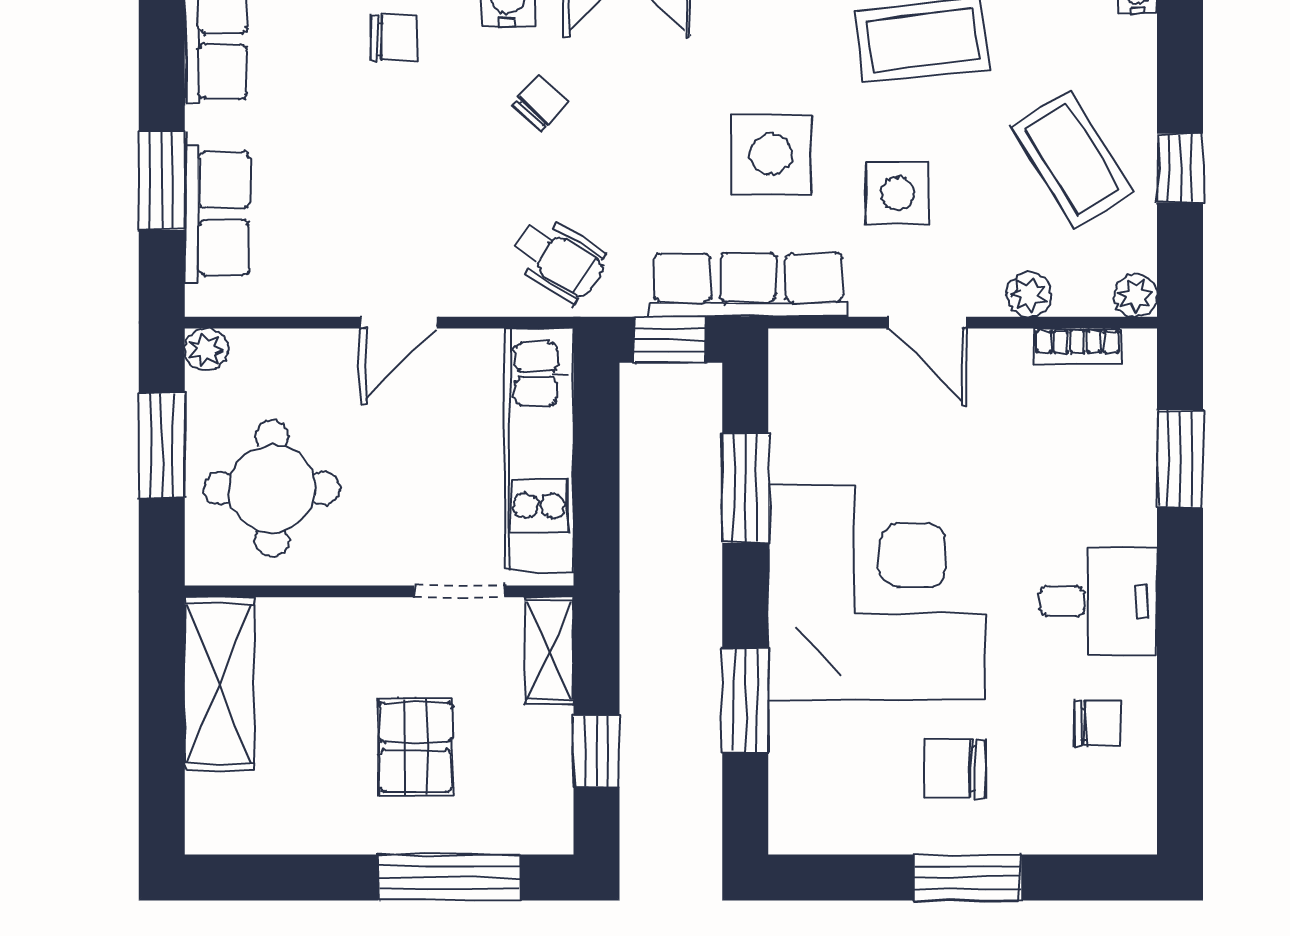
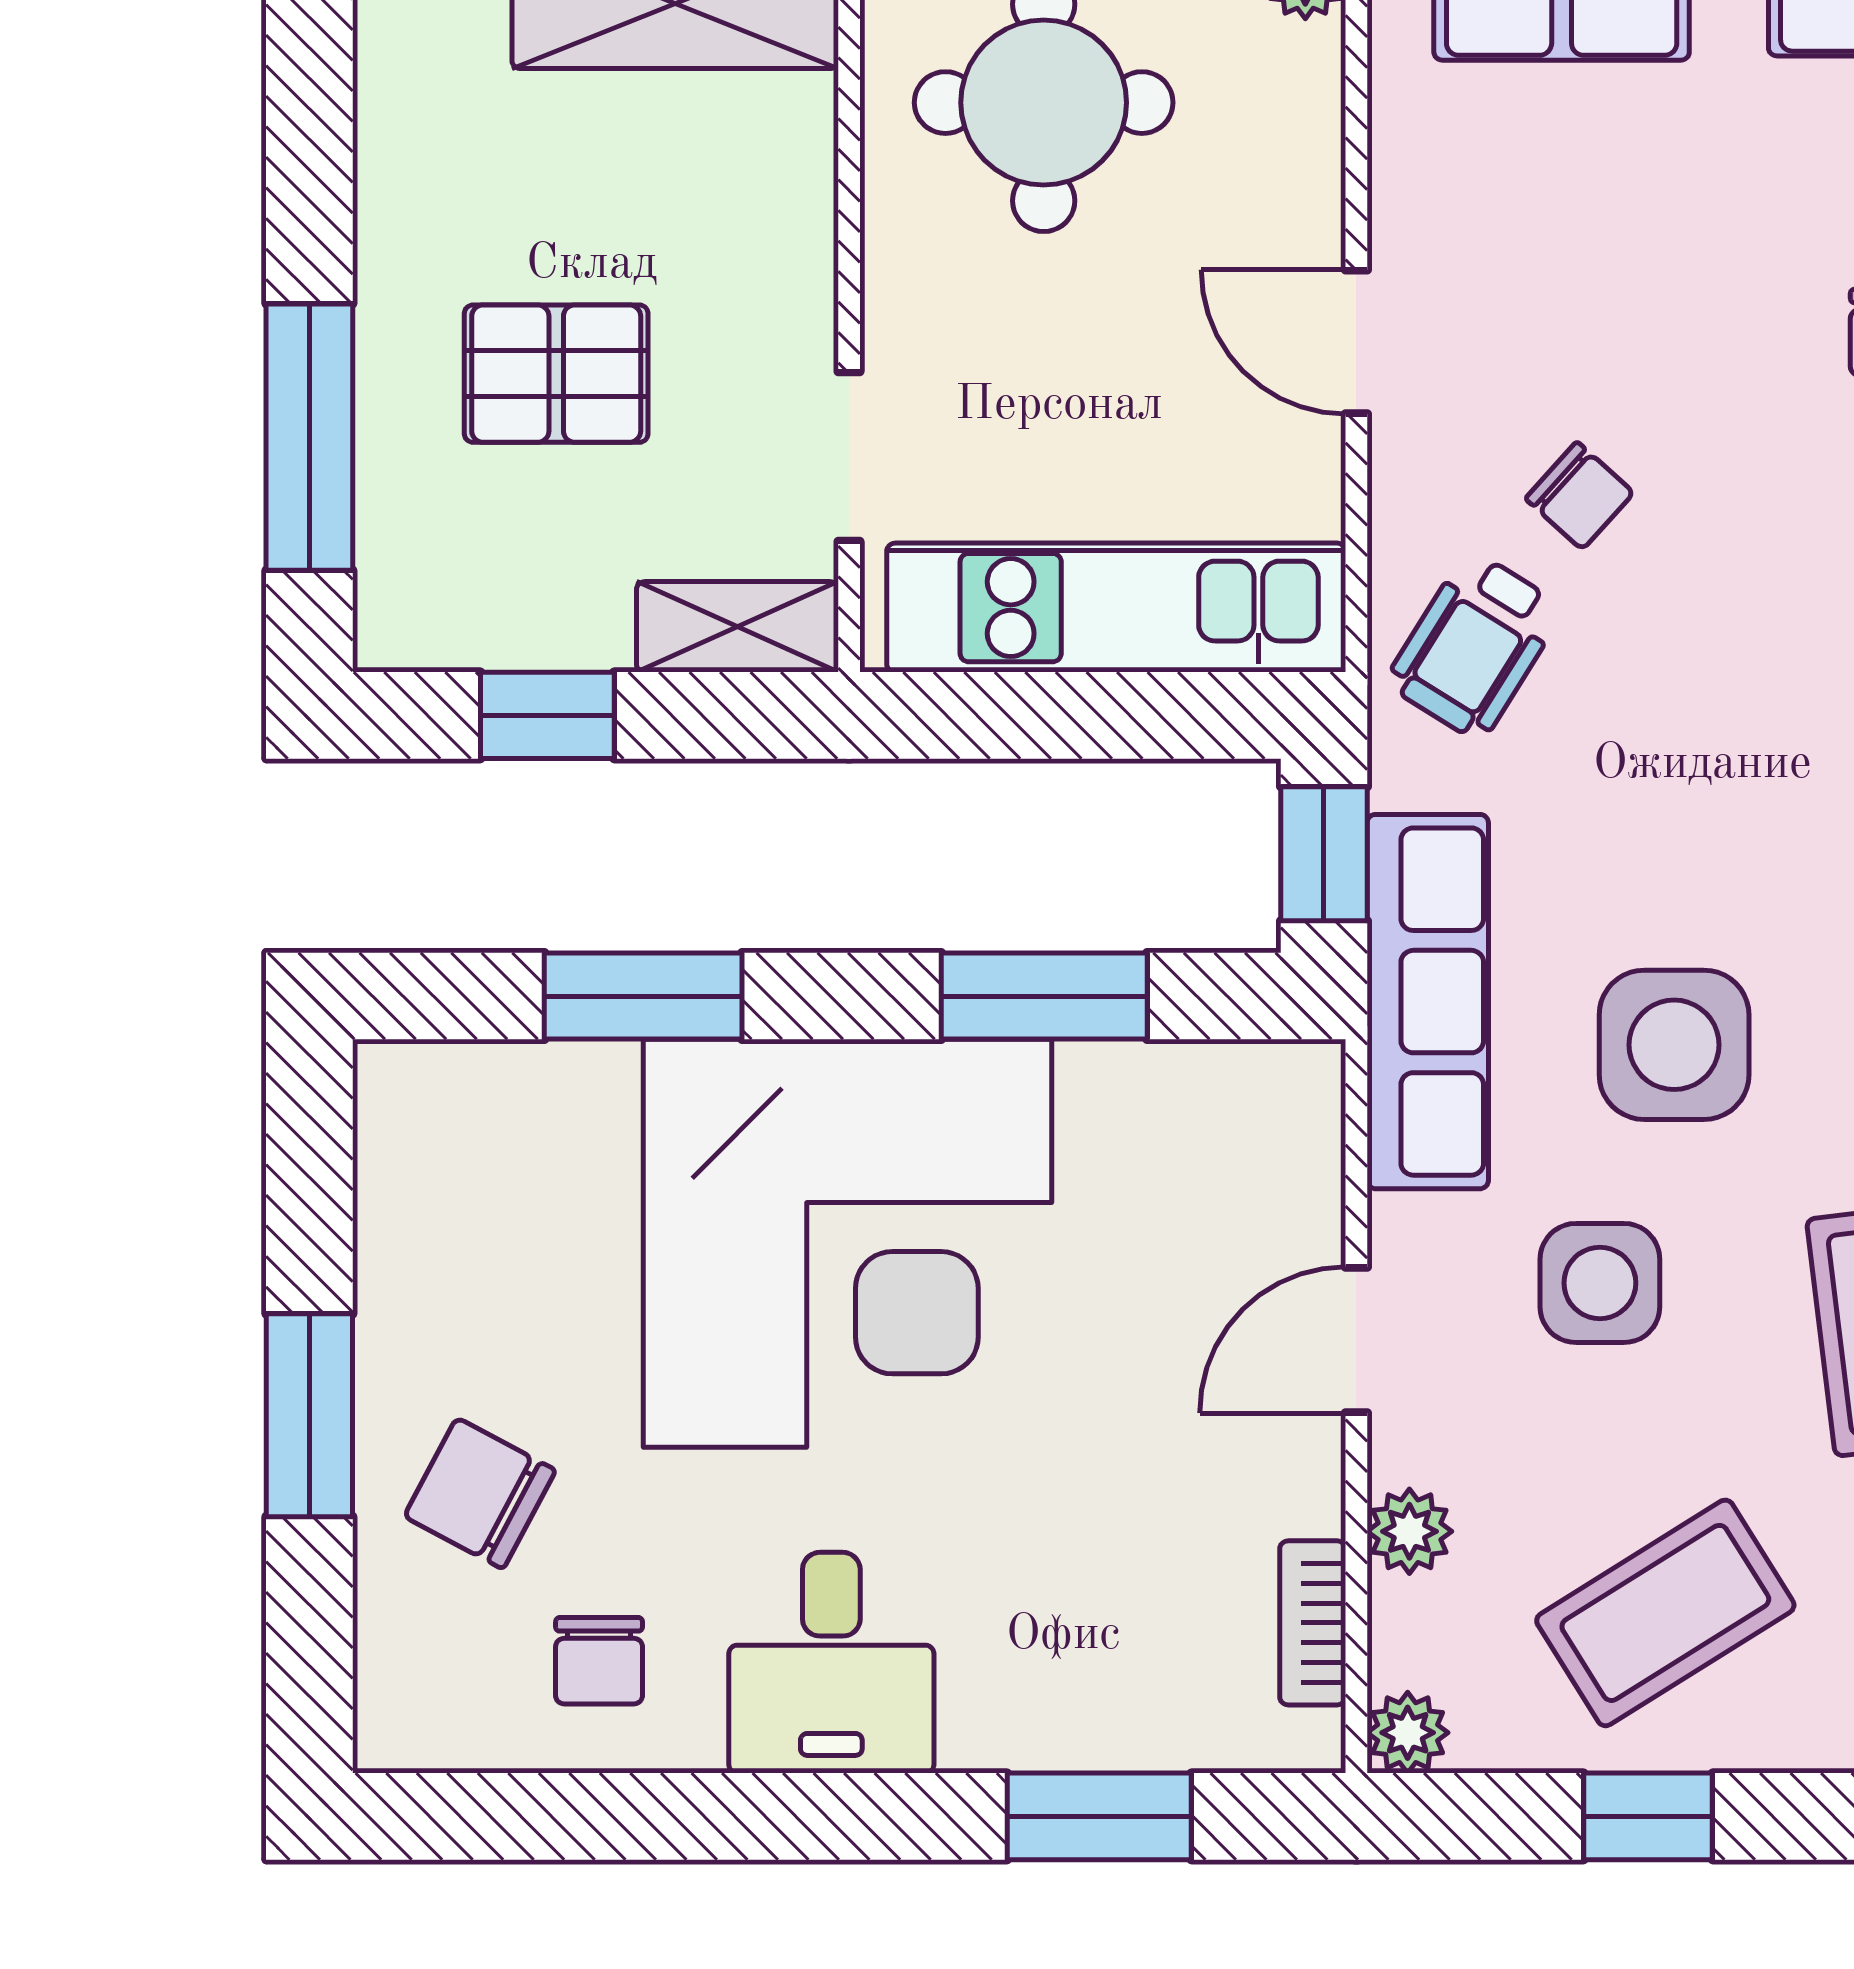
chair: (541, 103) -> (1580, 496), moved
chair: (955, 769) -> (480, 1493), moved, turned -62

